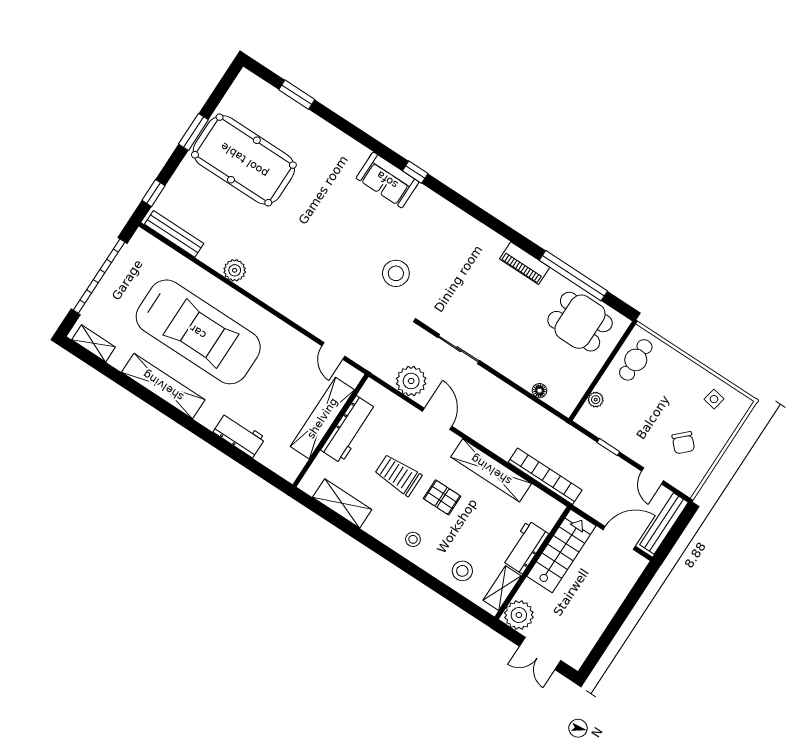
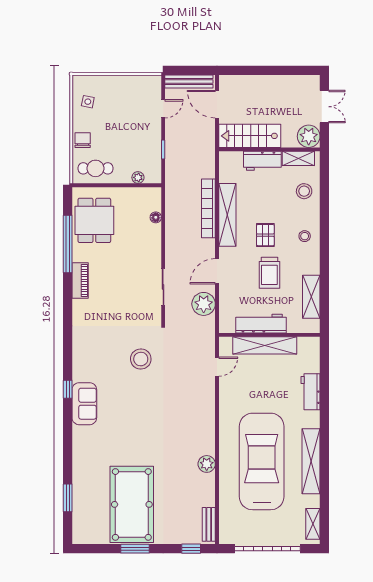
bench: (174, 234) -> (209, 524), width x0.73
chair: (683, 443) -> (83, 140), moved, turned -46
bookcase: (545, 476) -> (208, 208), moved

